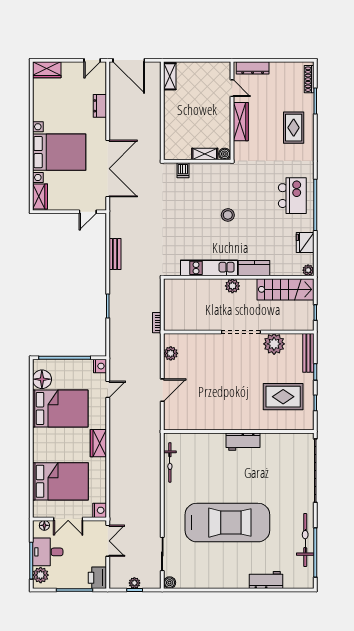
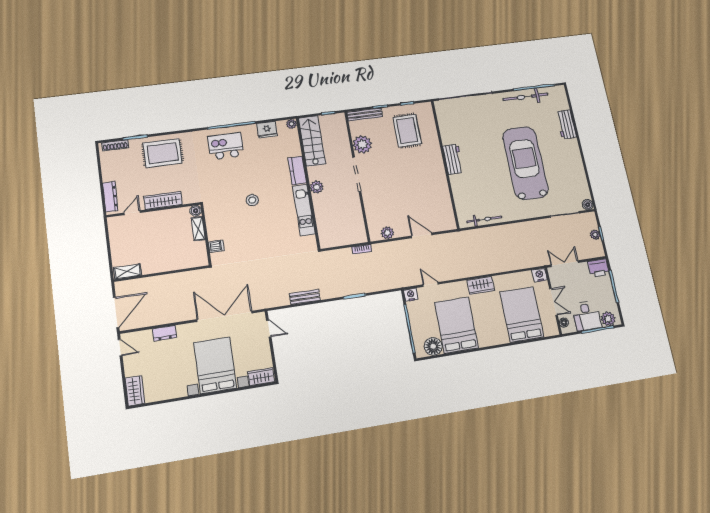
rug: (294, 128) -> (163, 153), width x1.36, depth x1.43

